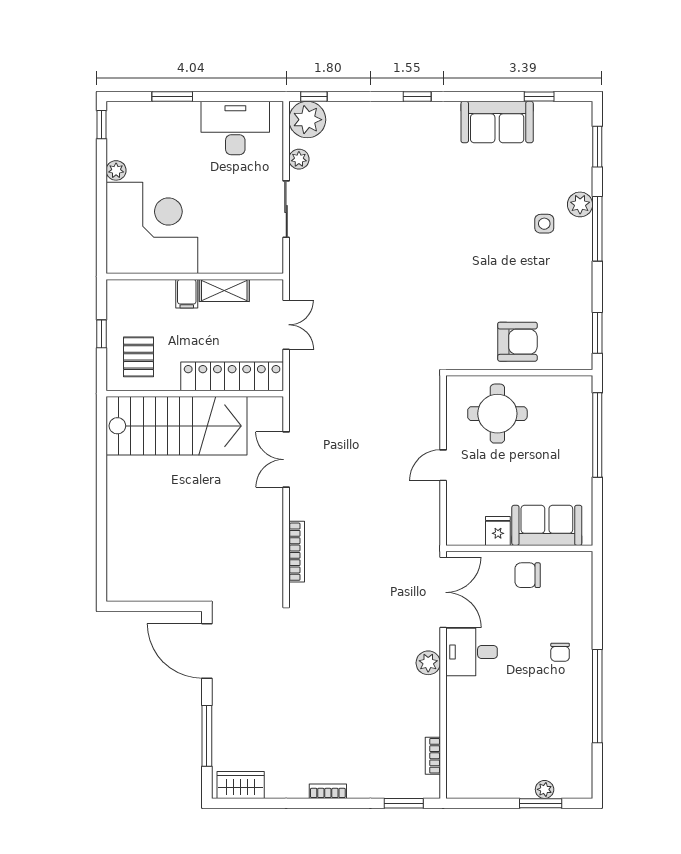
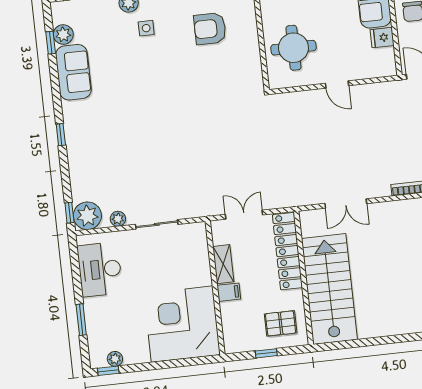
plant: (548, 114) -> (63, 35), added
plant: (116, 170) -> (115, 359), moved
armchair: (517, 342) -> (210, 29), moved, turned -90

